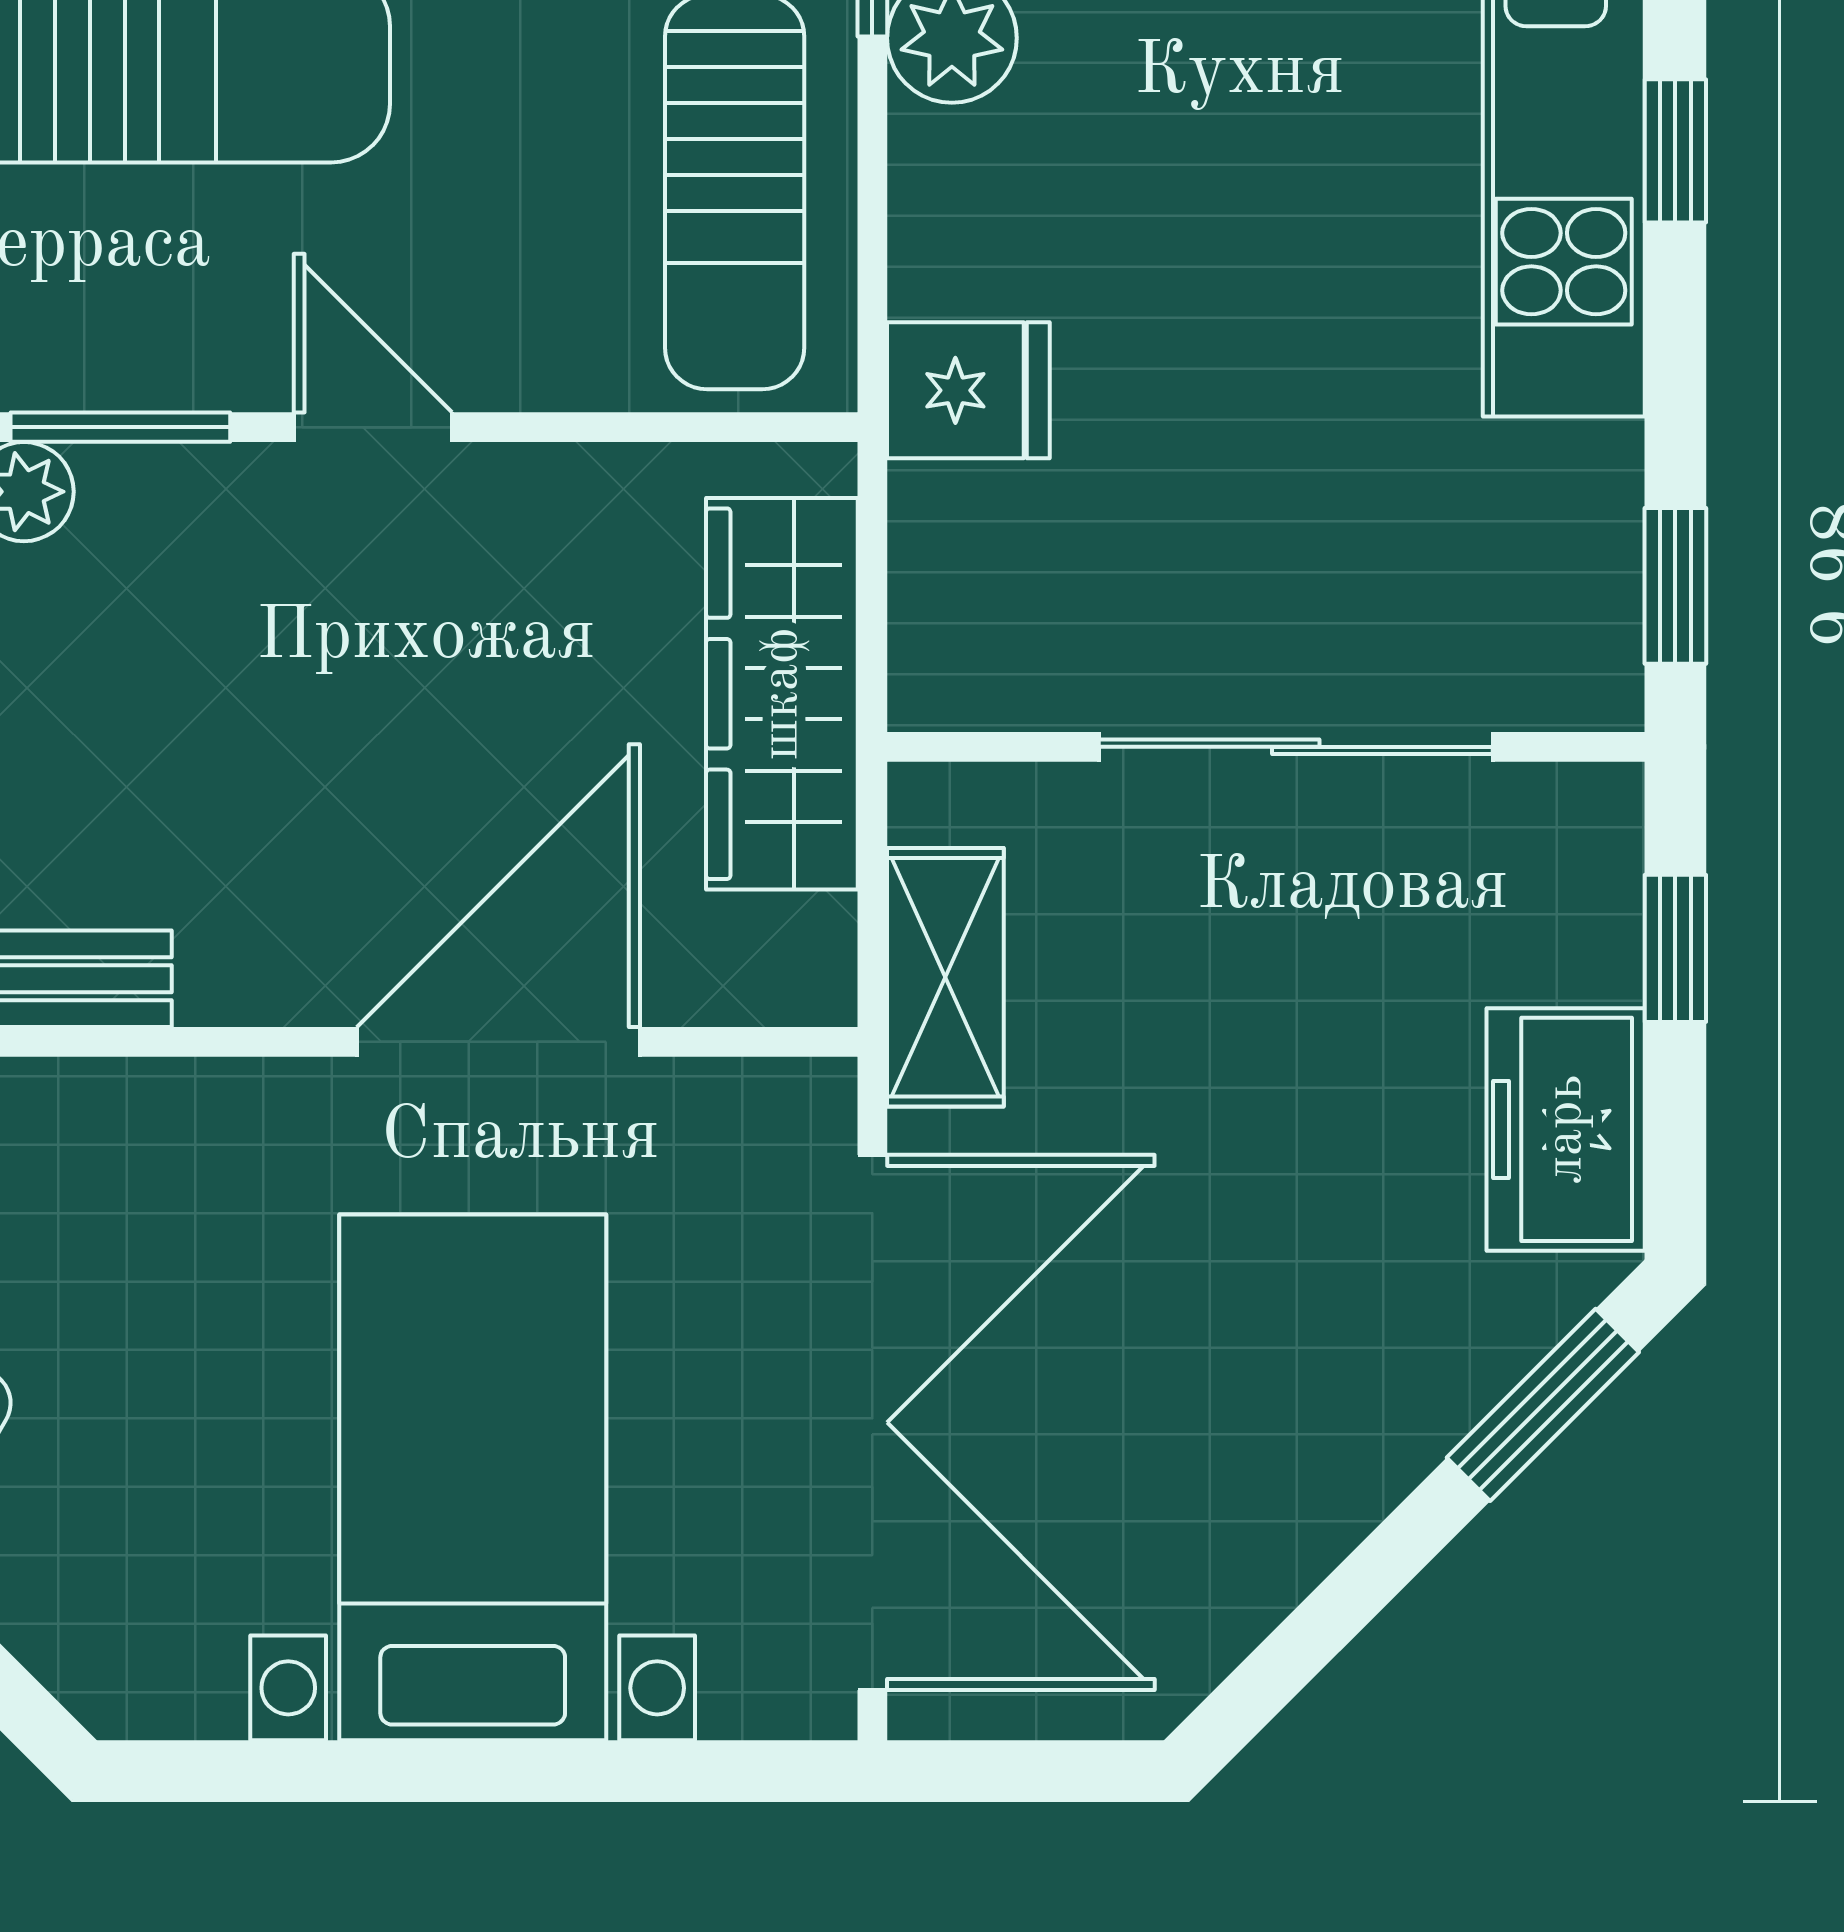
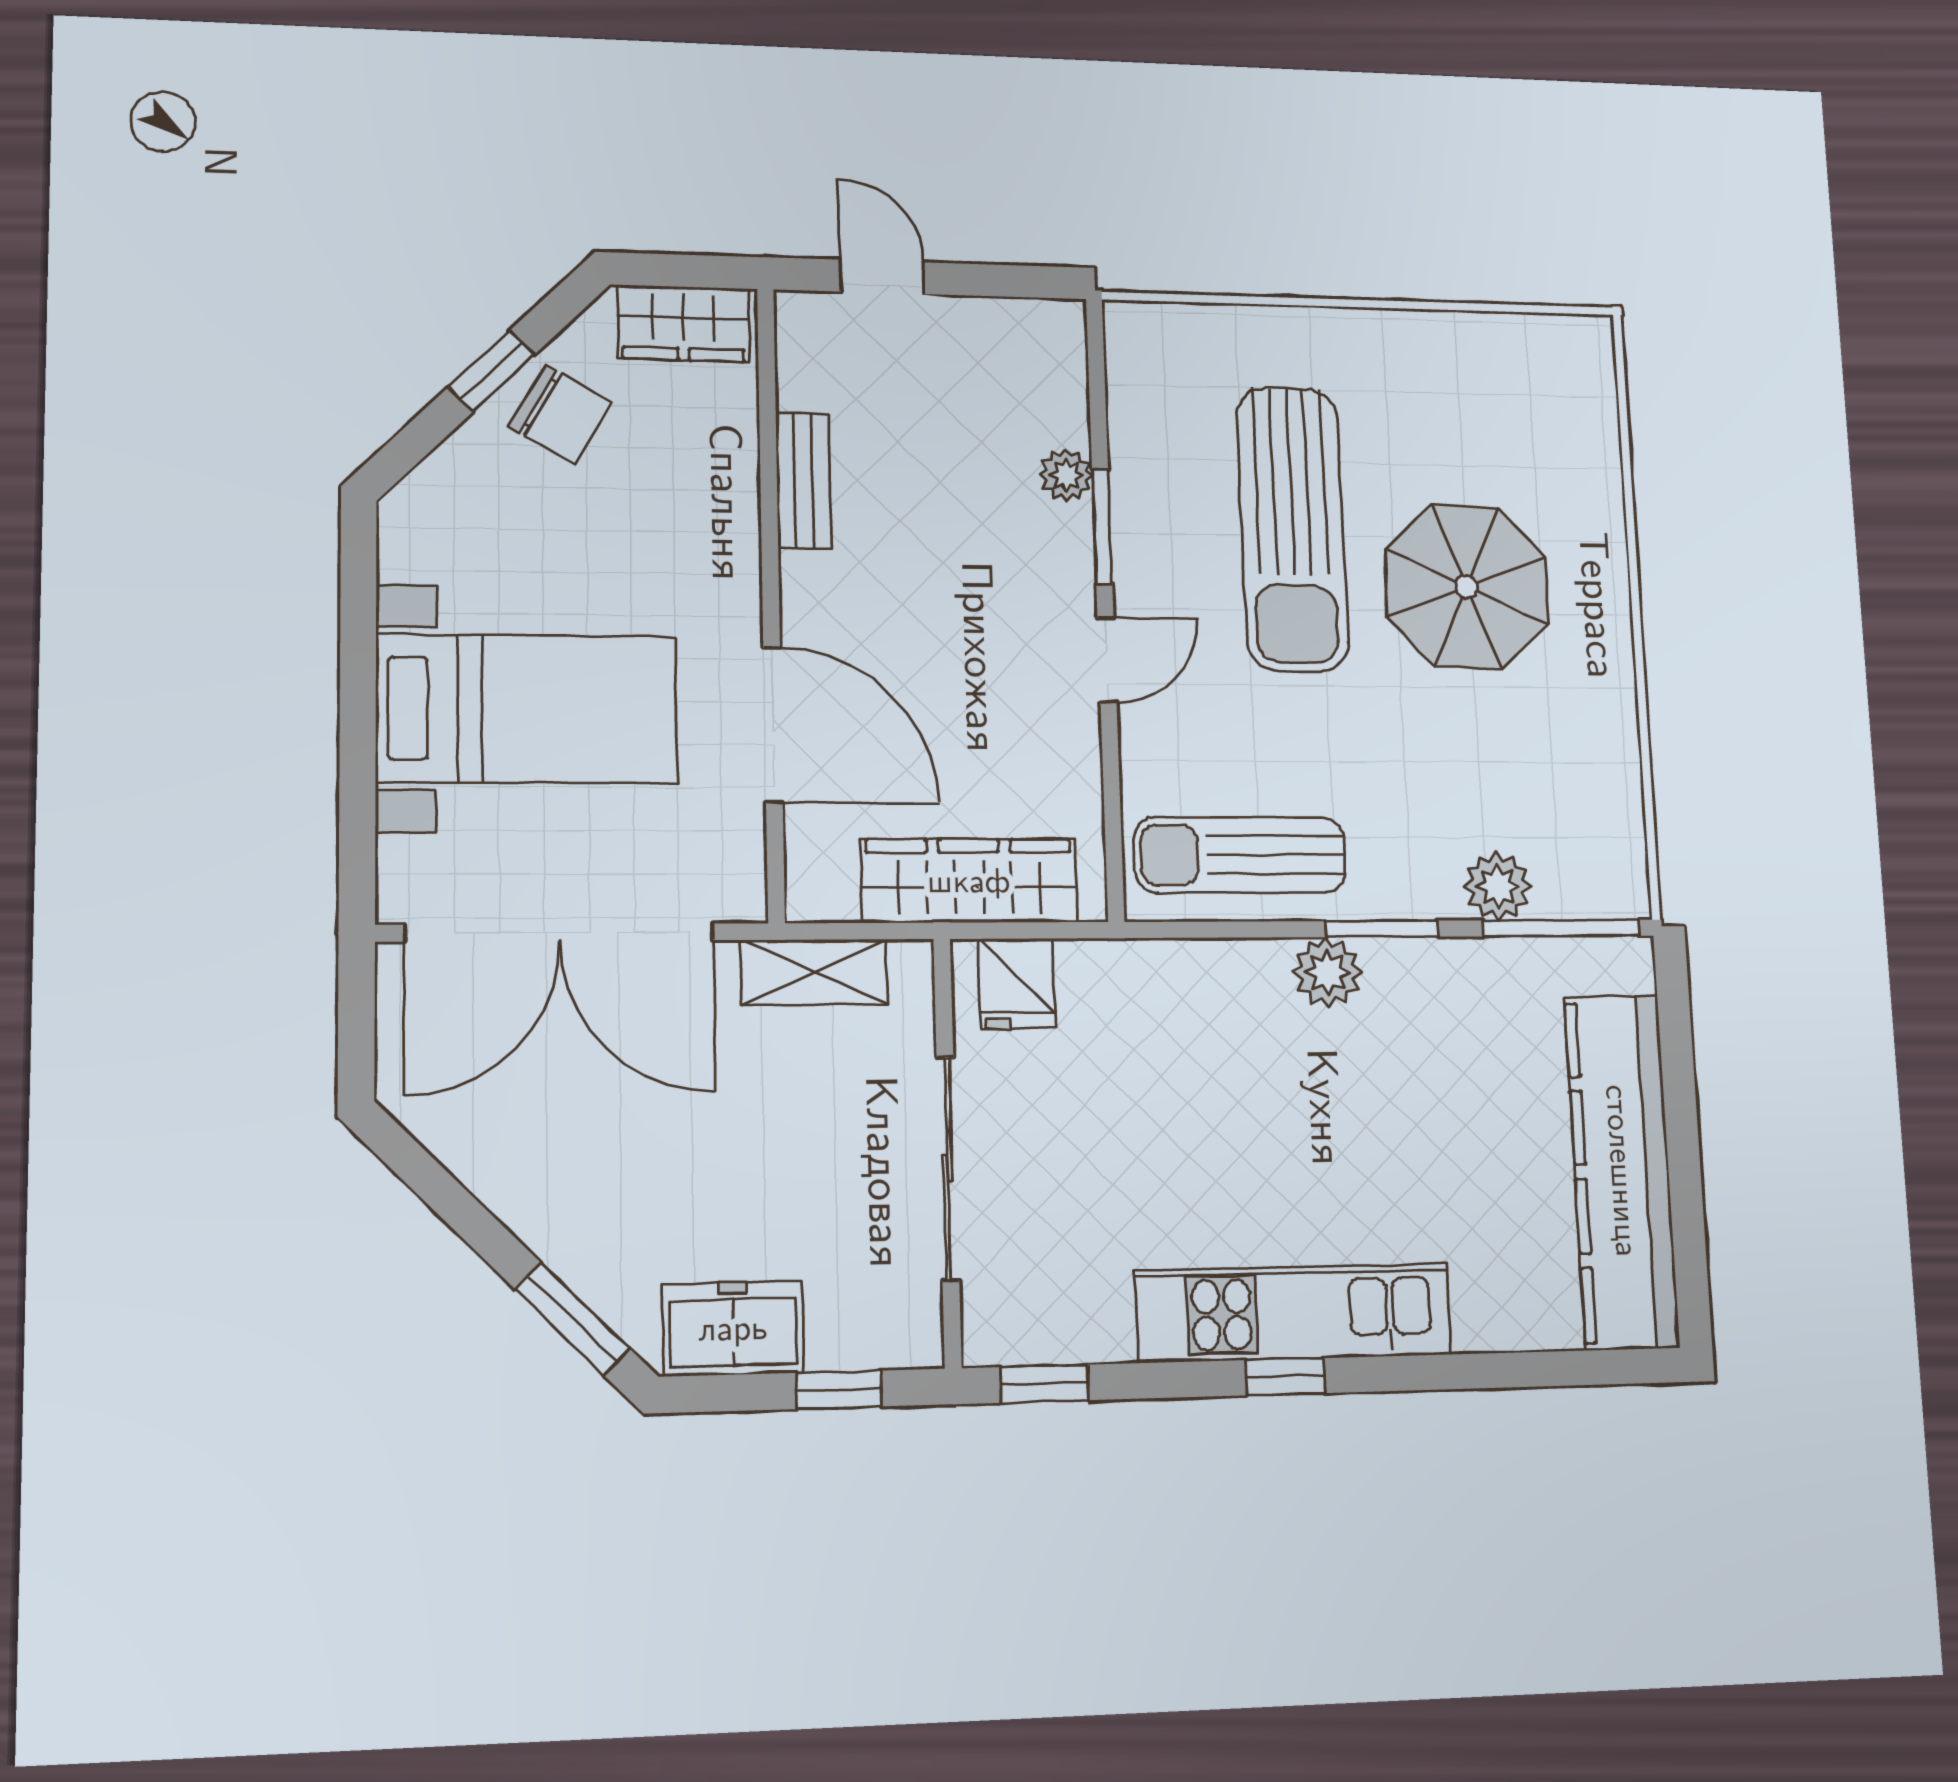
fridge: (968, 390) -> (1016, 984), moved

